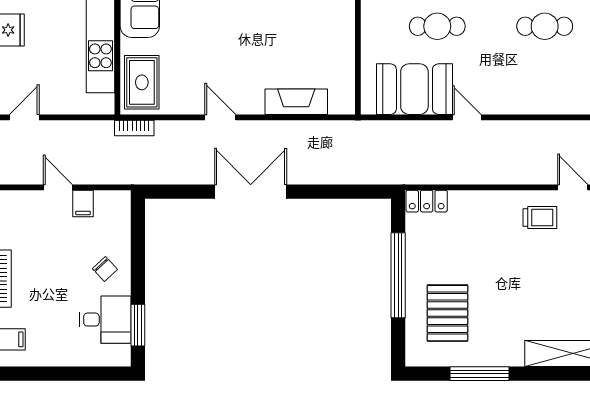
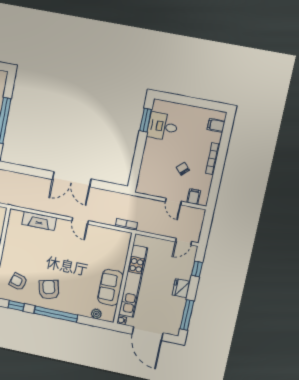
rug: (142, 82) -> (118, 247), removed
filing cabinet: (83, 204) -> (194, 197), moved
chair: (105, 269) -> (183, 169), moved

